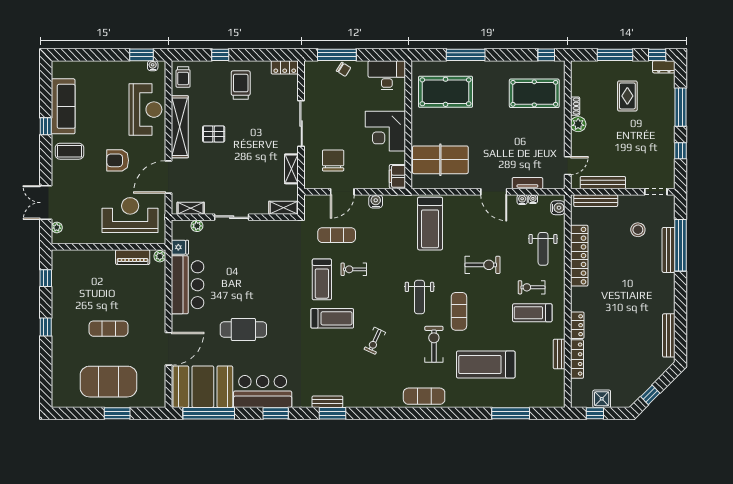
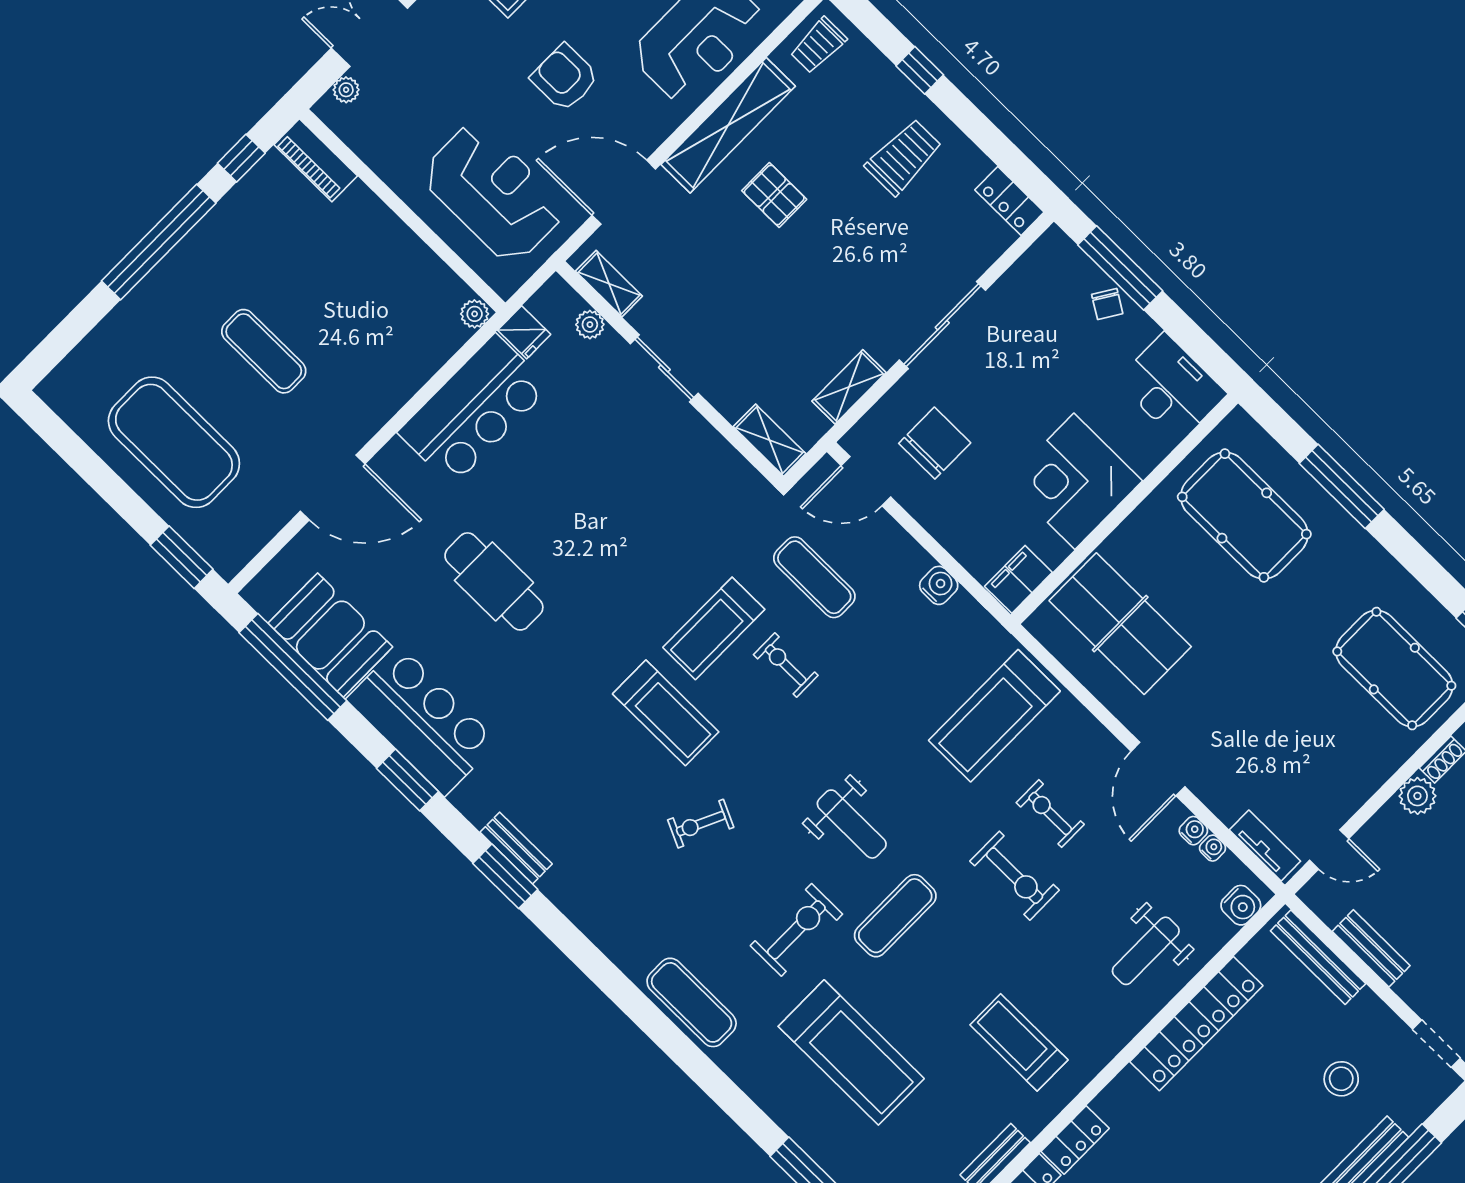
tv unit: (527, 183) -> (1265, 845), moved
bench: (603, 183) -> (1371, 948), width x0.73
door: (342, 192) -> (866, 481), moved
piano: (133, 257) -> (316, 160), moved
exercise bike: (532, 287) -> (1050, 814), moved
weight bench: (419, 297) -> (852, 824), turned -90
window: (46, 327) -> (159, 242), width x3.17
treadmill: (486, 365) -> (851, 1052), turned 180
booth: (203, 387) -> (330, 635), width x0.73, depth x0.70
window: (117, 413) -> (182, 557), moved

